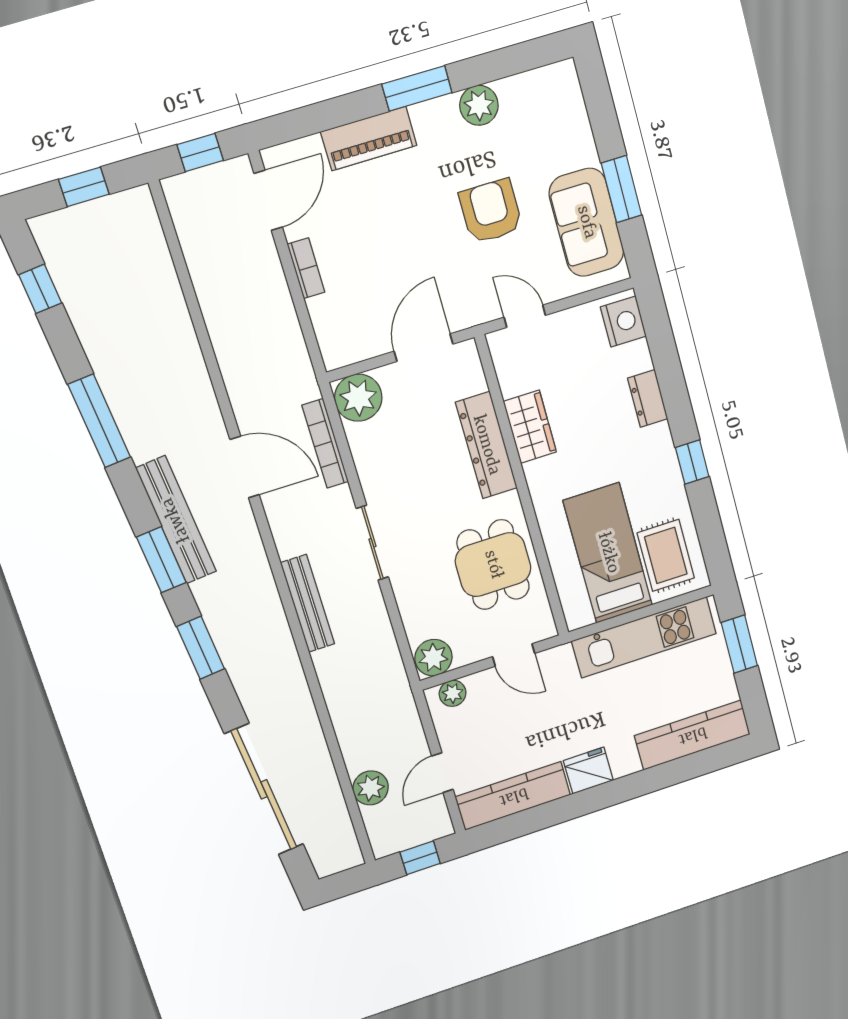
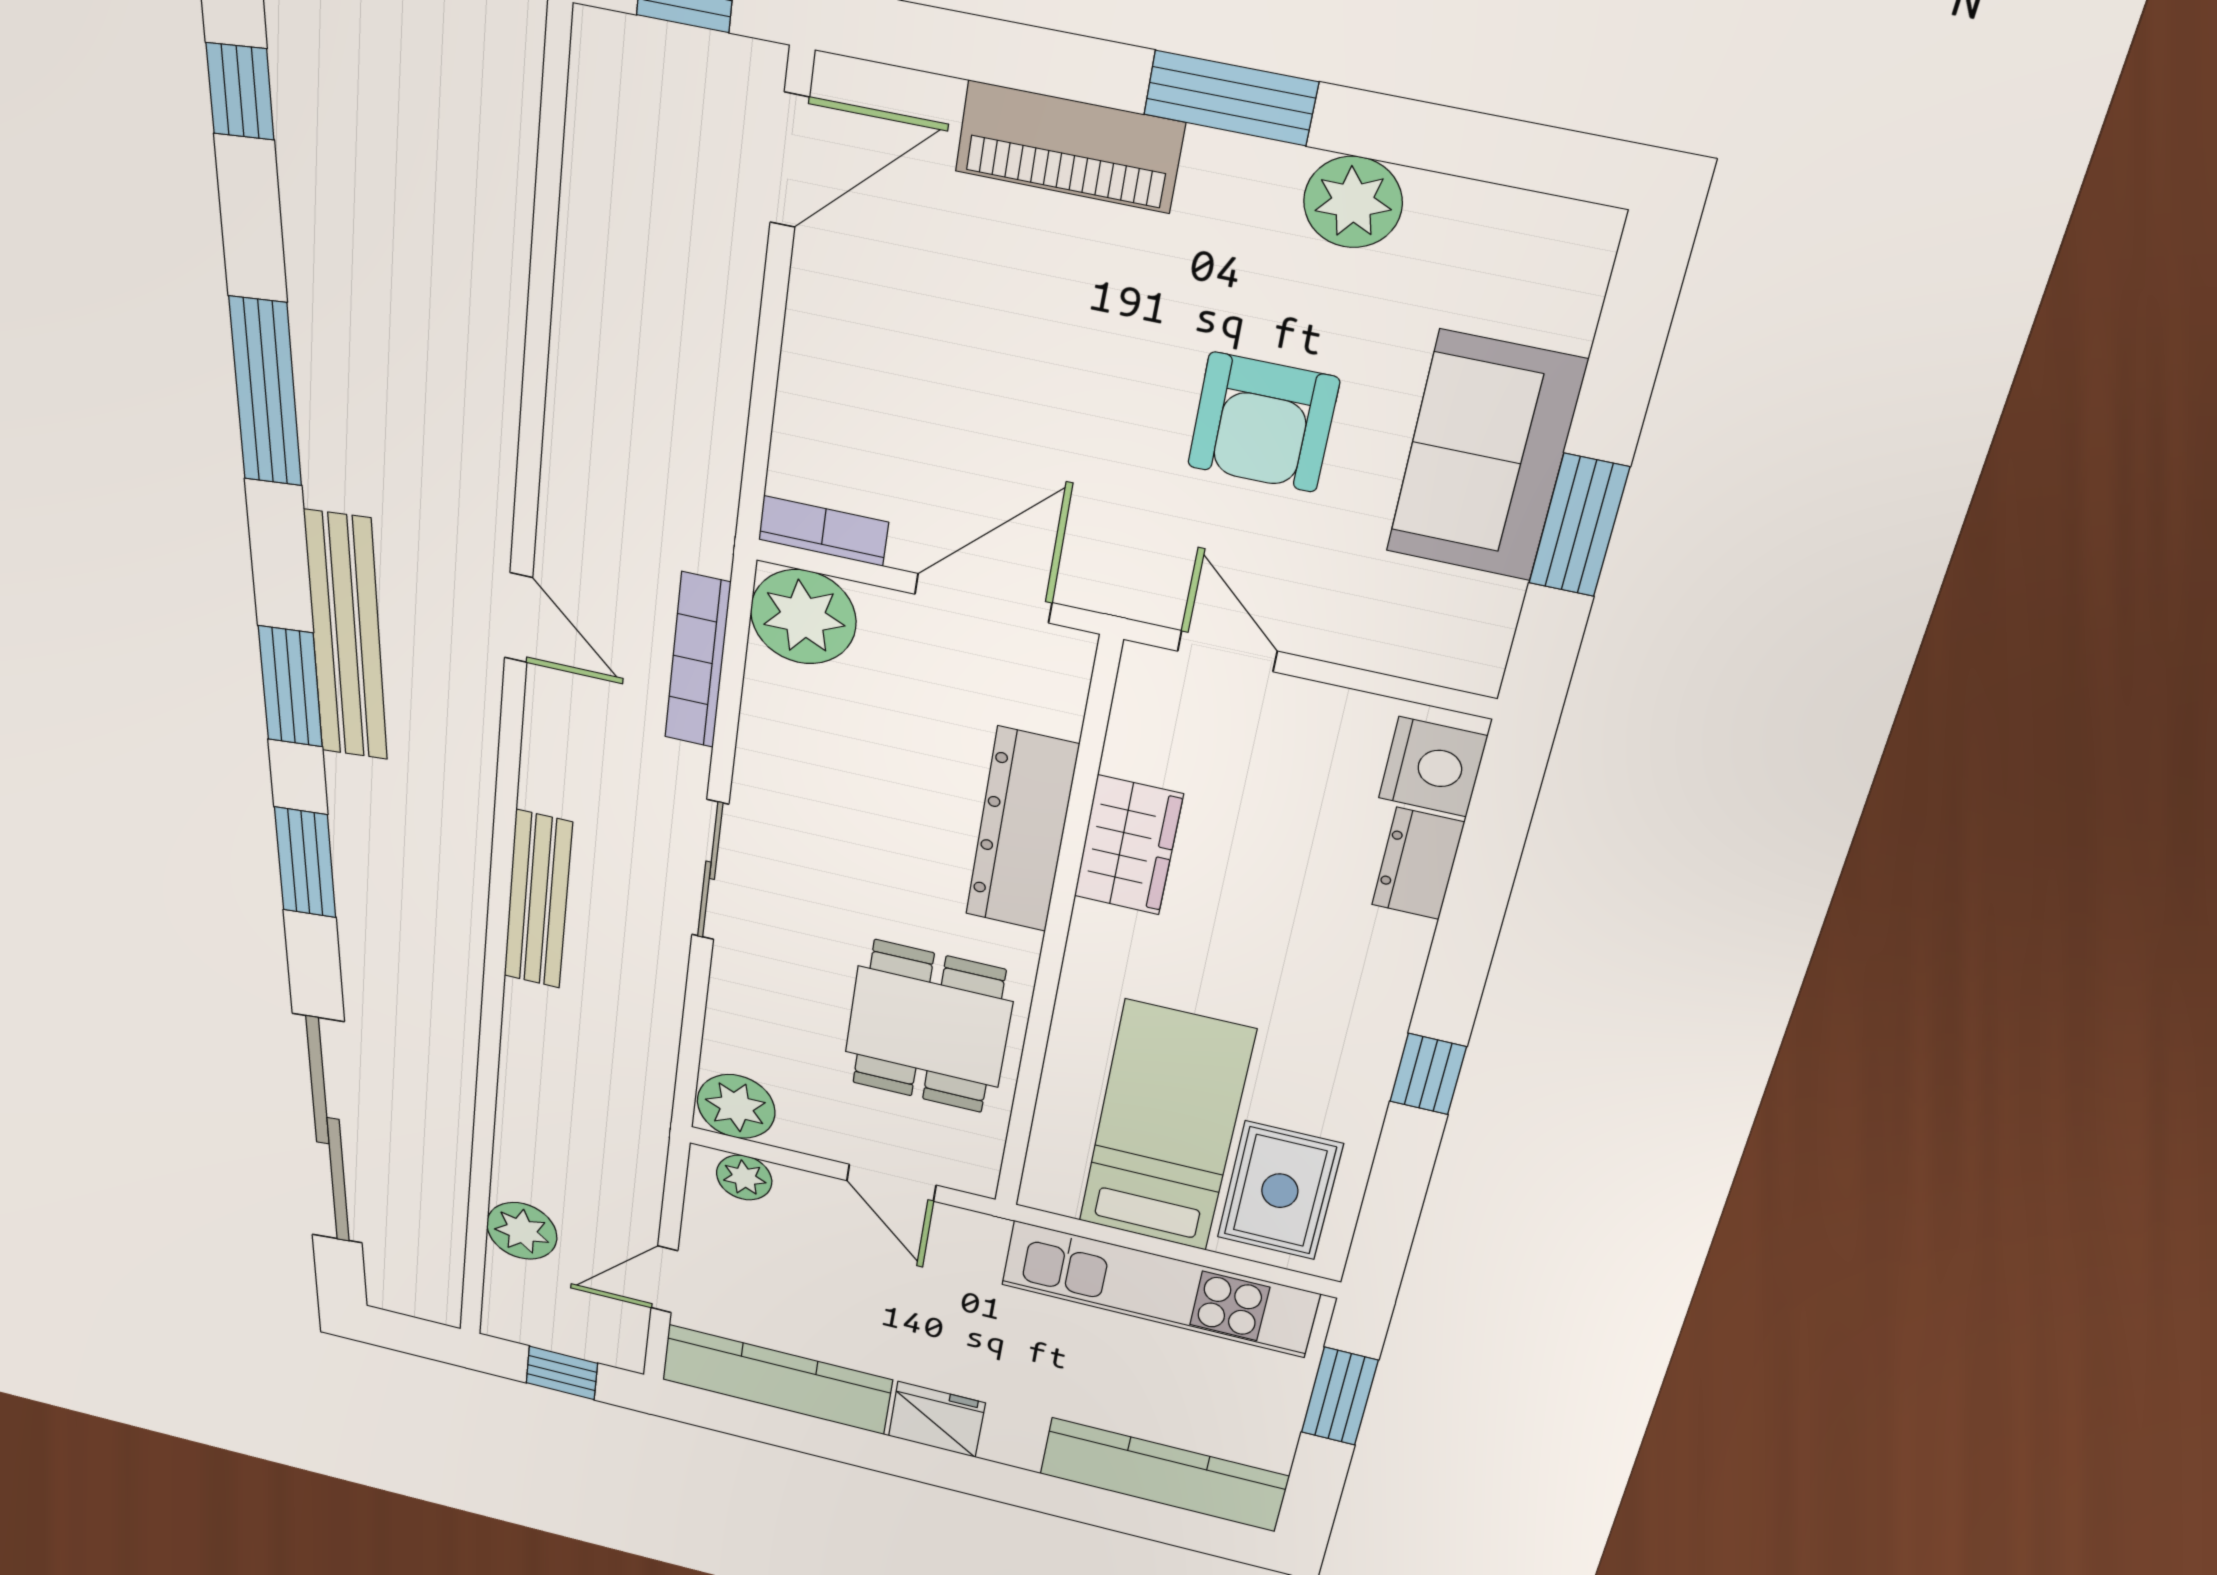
armchair: (491, 211) -> (1263, 422), turned 180
sofa: (586, 222) -> (1485, 457), moved
bookcase: (306, 268) -> (823, 531), moved, turned -90
dresser: (648, 398) -> (1418, 864), moved
door: (245, 467) -> (519, 618), width x0.73

